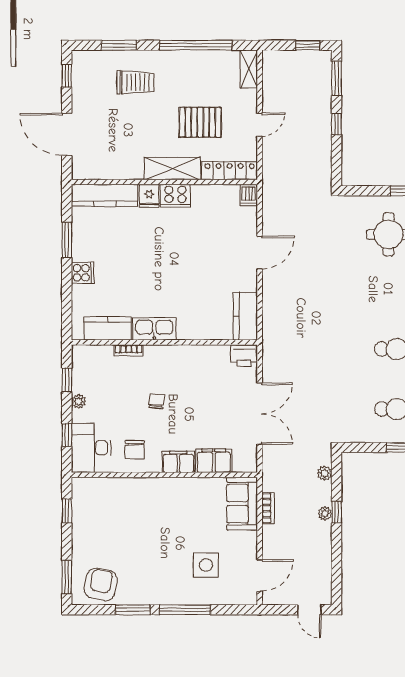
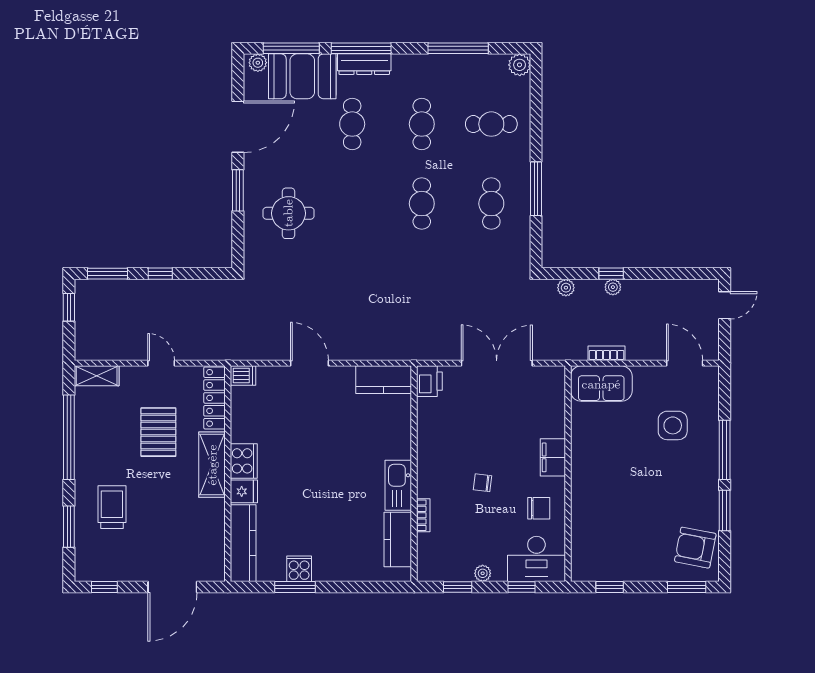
cooker: (83, 273) -> (299, 569), moved
filing cabinet: (214, 461) -> (552, 416), removed

